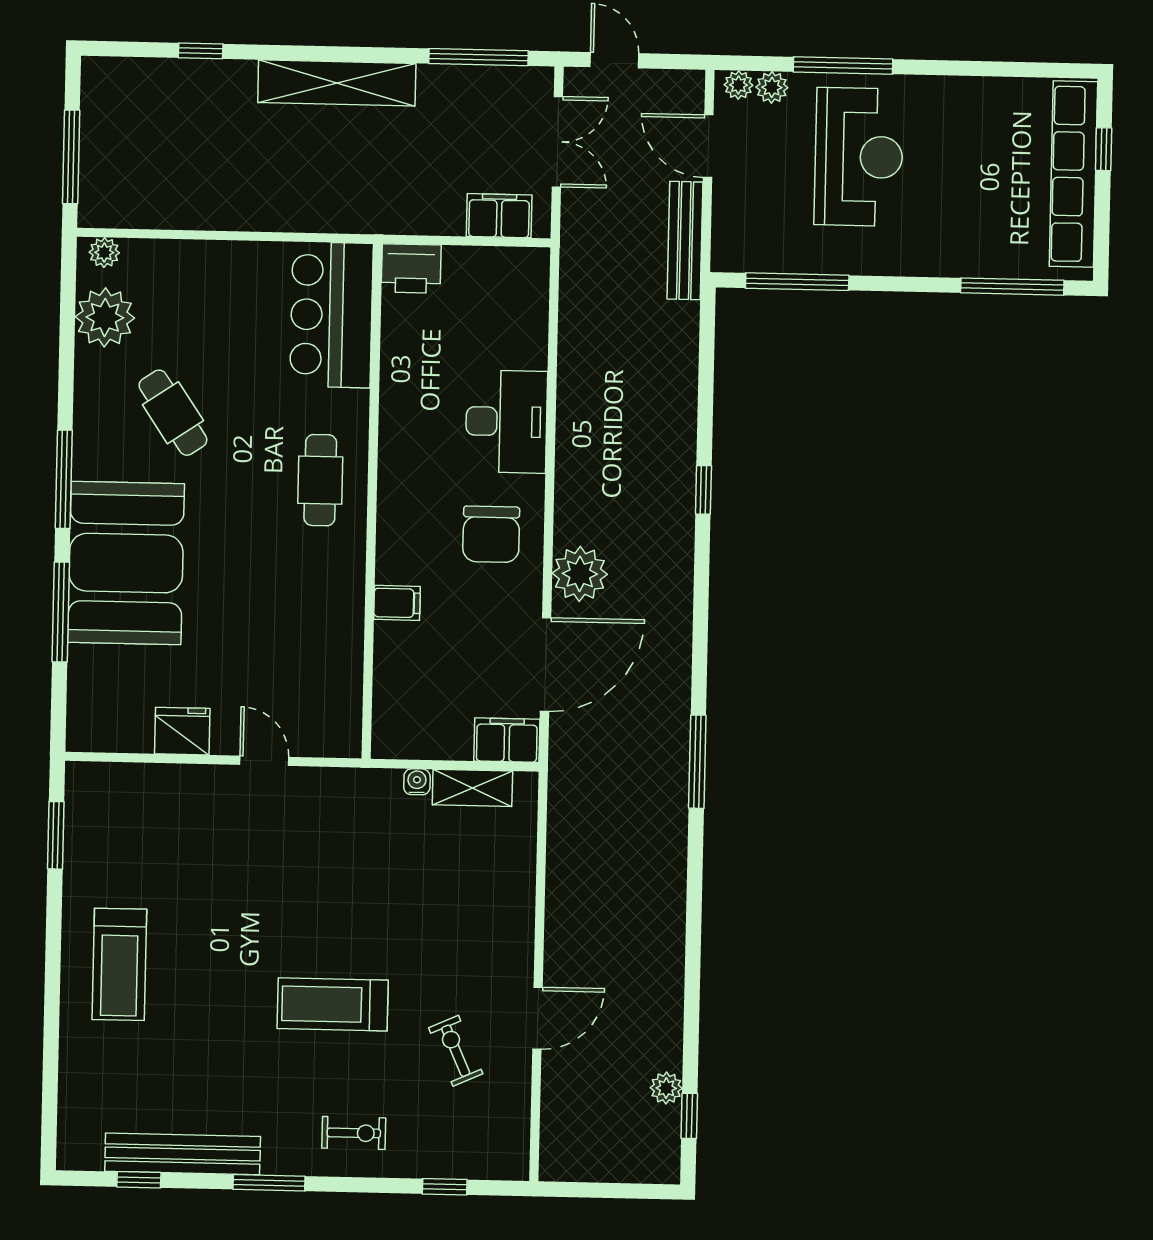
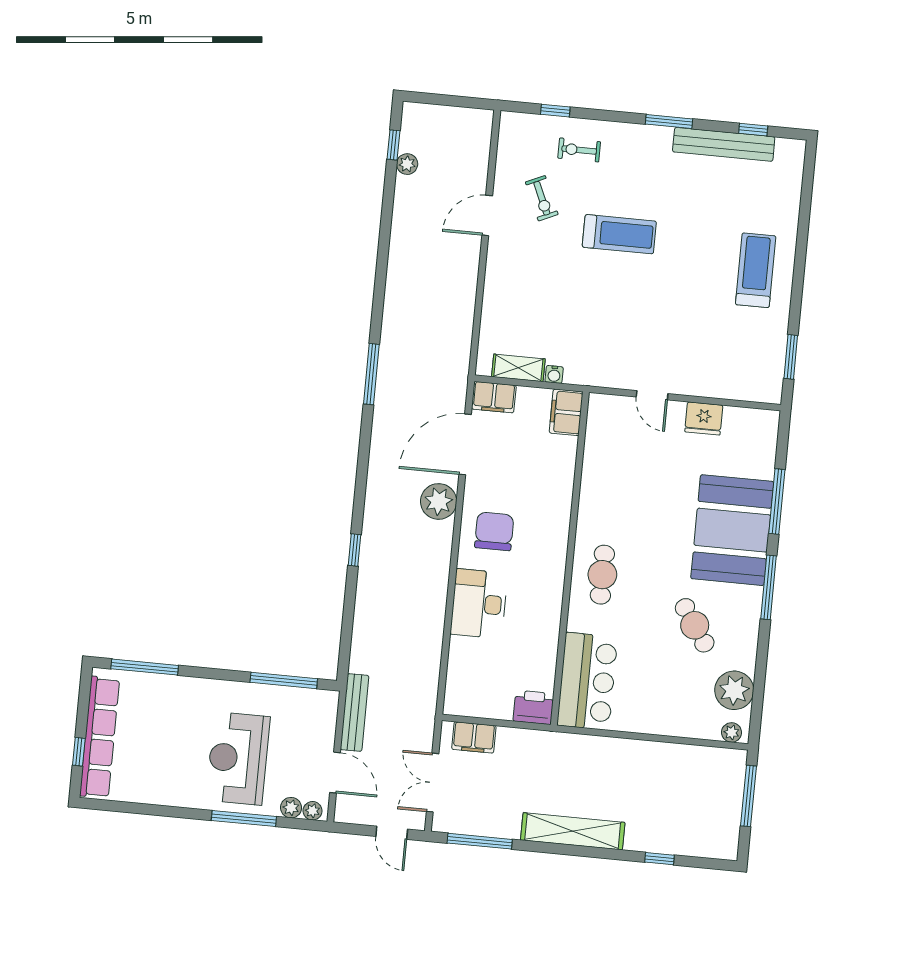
filing cabinet: (397, 603) -> (566, 412), moved, width x2.00
exercise bike: (354, 1133) -> (579, 150), moved

